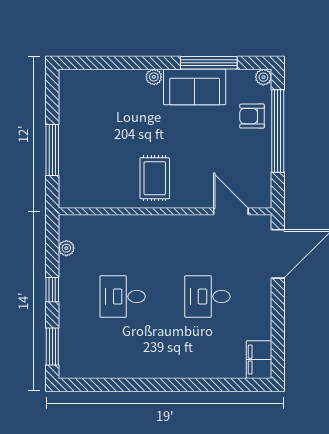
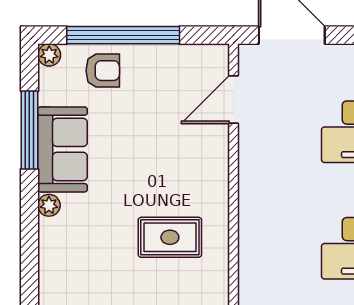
armchair: (252, 116) -> (103, 71), turned -90
rug: (155, 178) -> (170, 237), moved

